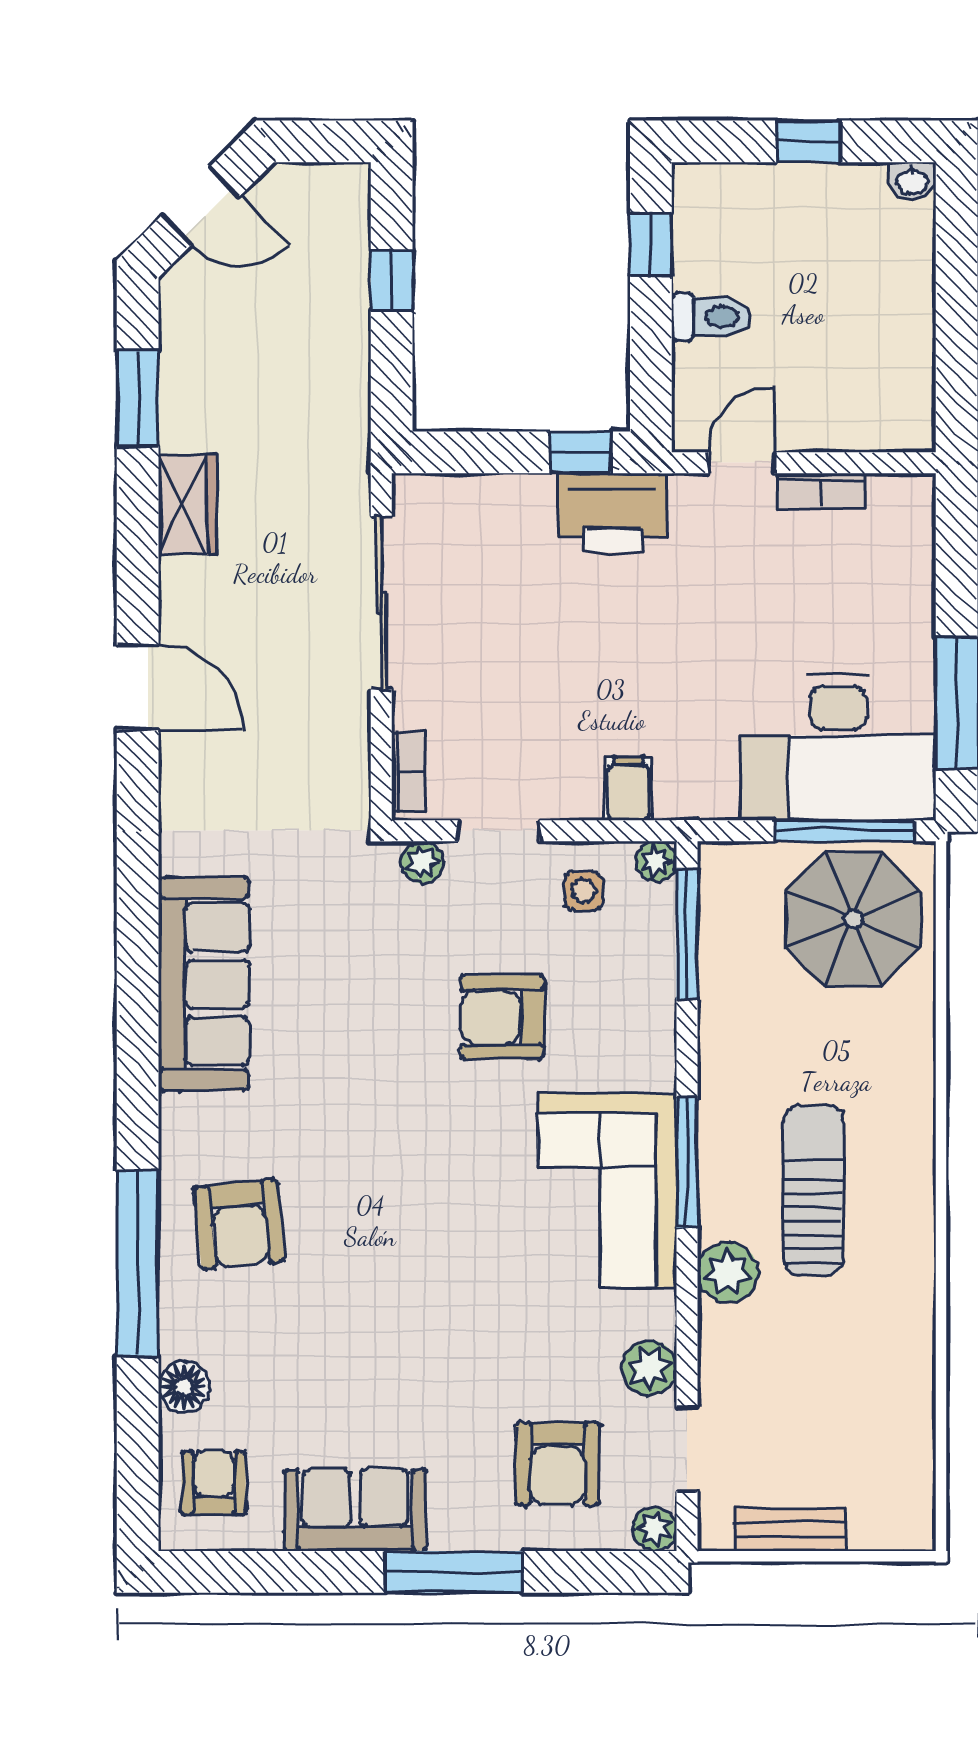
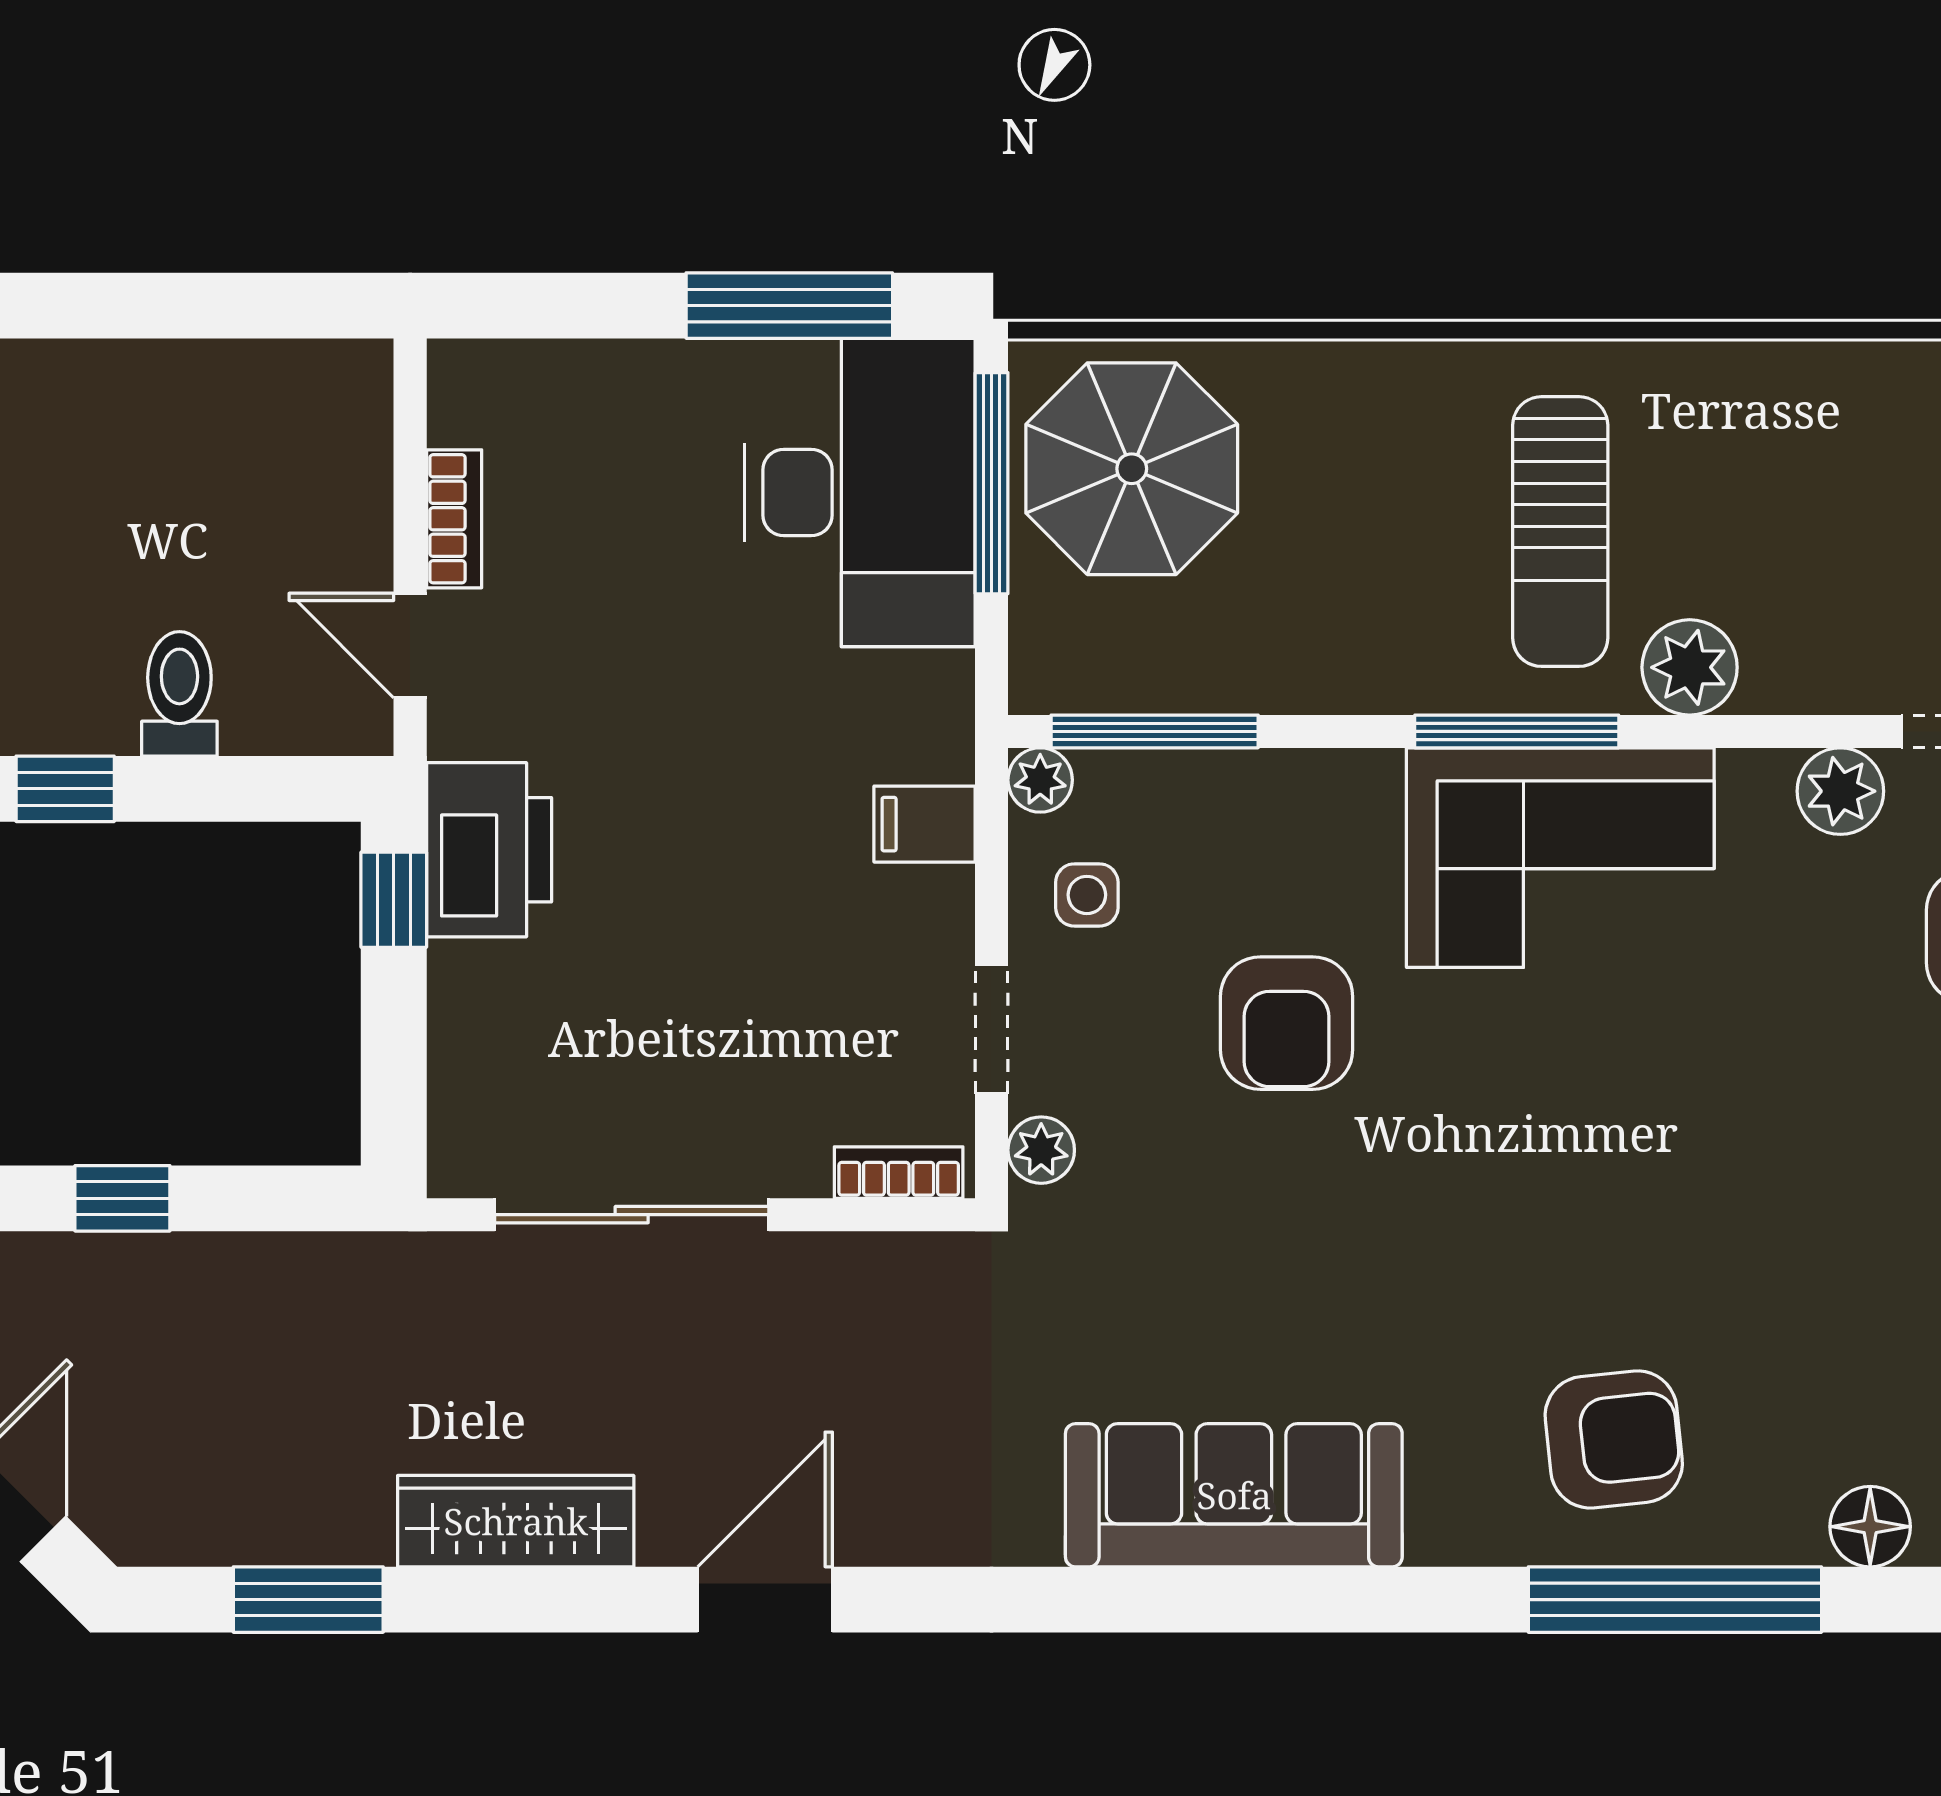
wardrobe: (187, 505) -> (516, 1521), width x1.50
sun lounger: (814, 1191) -> (1560, 532), turned -90

